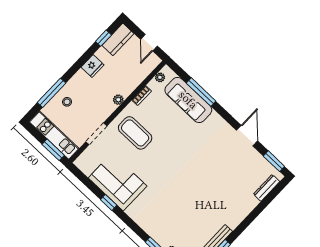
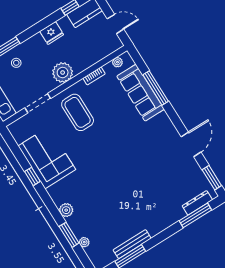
door: (149, 43) -> (115, 24), swing flipped
plant: (118, 100) -> (63, 73), width x1.88, depth x1.88
window: (268, 200) -> (195, 215), added
plant: (148, 225) -> (66, 210), added

